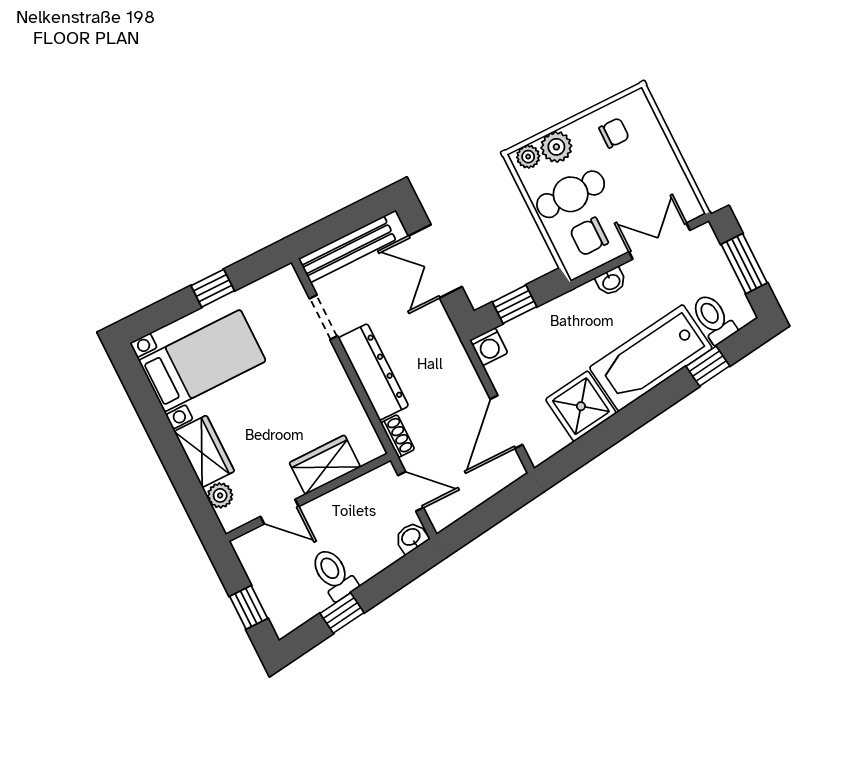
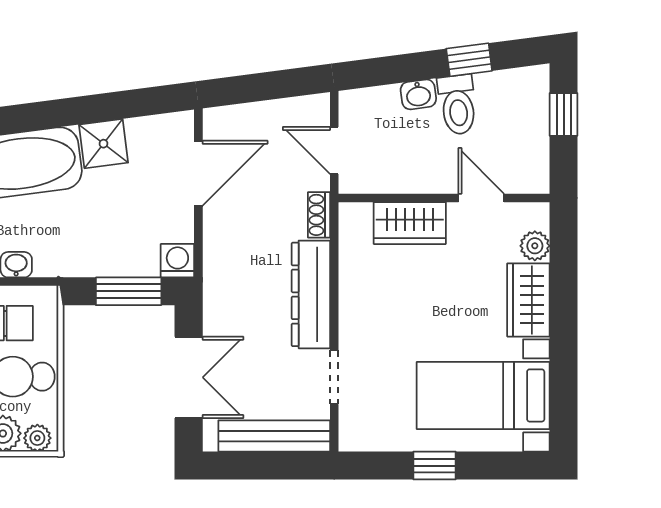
window: (514, 304) -> (129, 291), width x1.50
shower: (581, 406) -> (103, 144), width x0.73, depth x0.73
washbasin: (411, 538) -> (418, 94), moved

